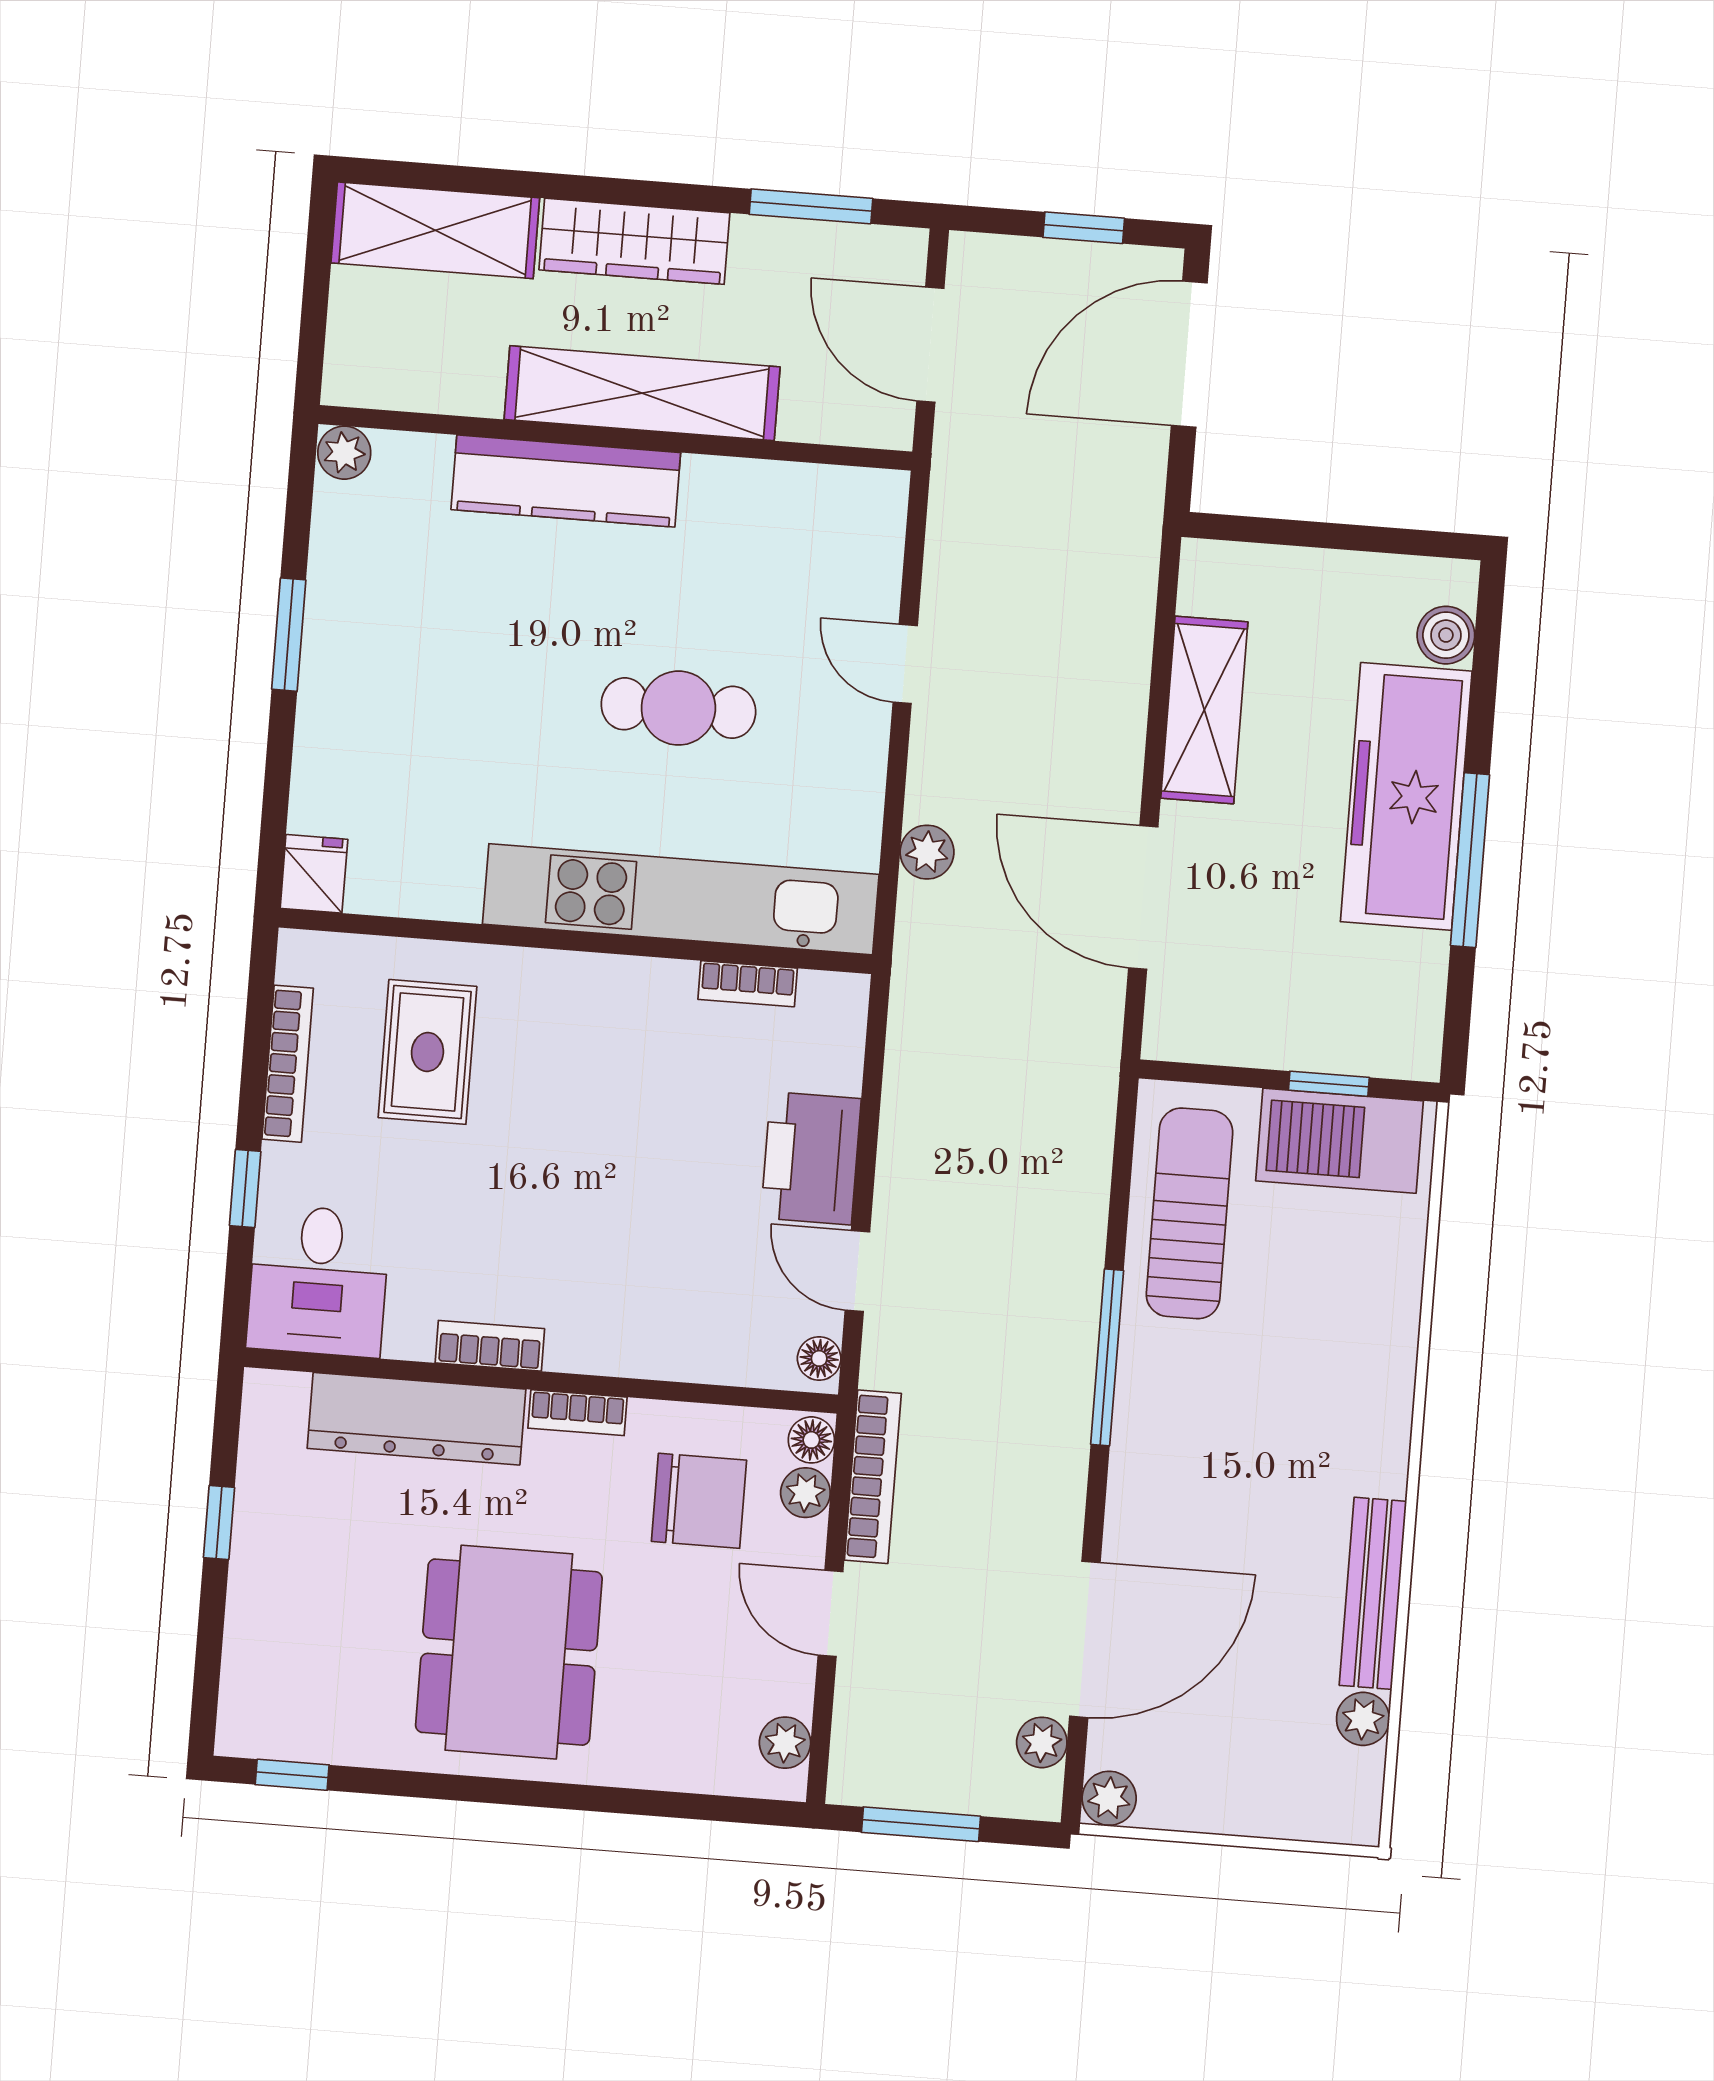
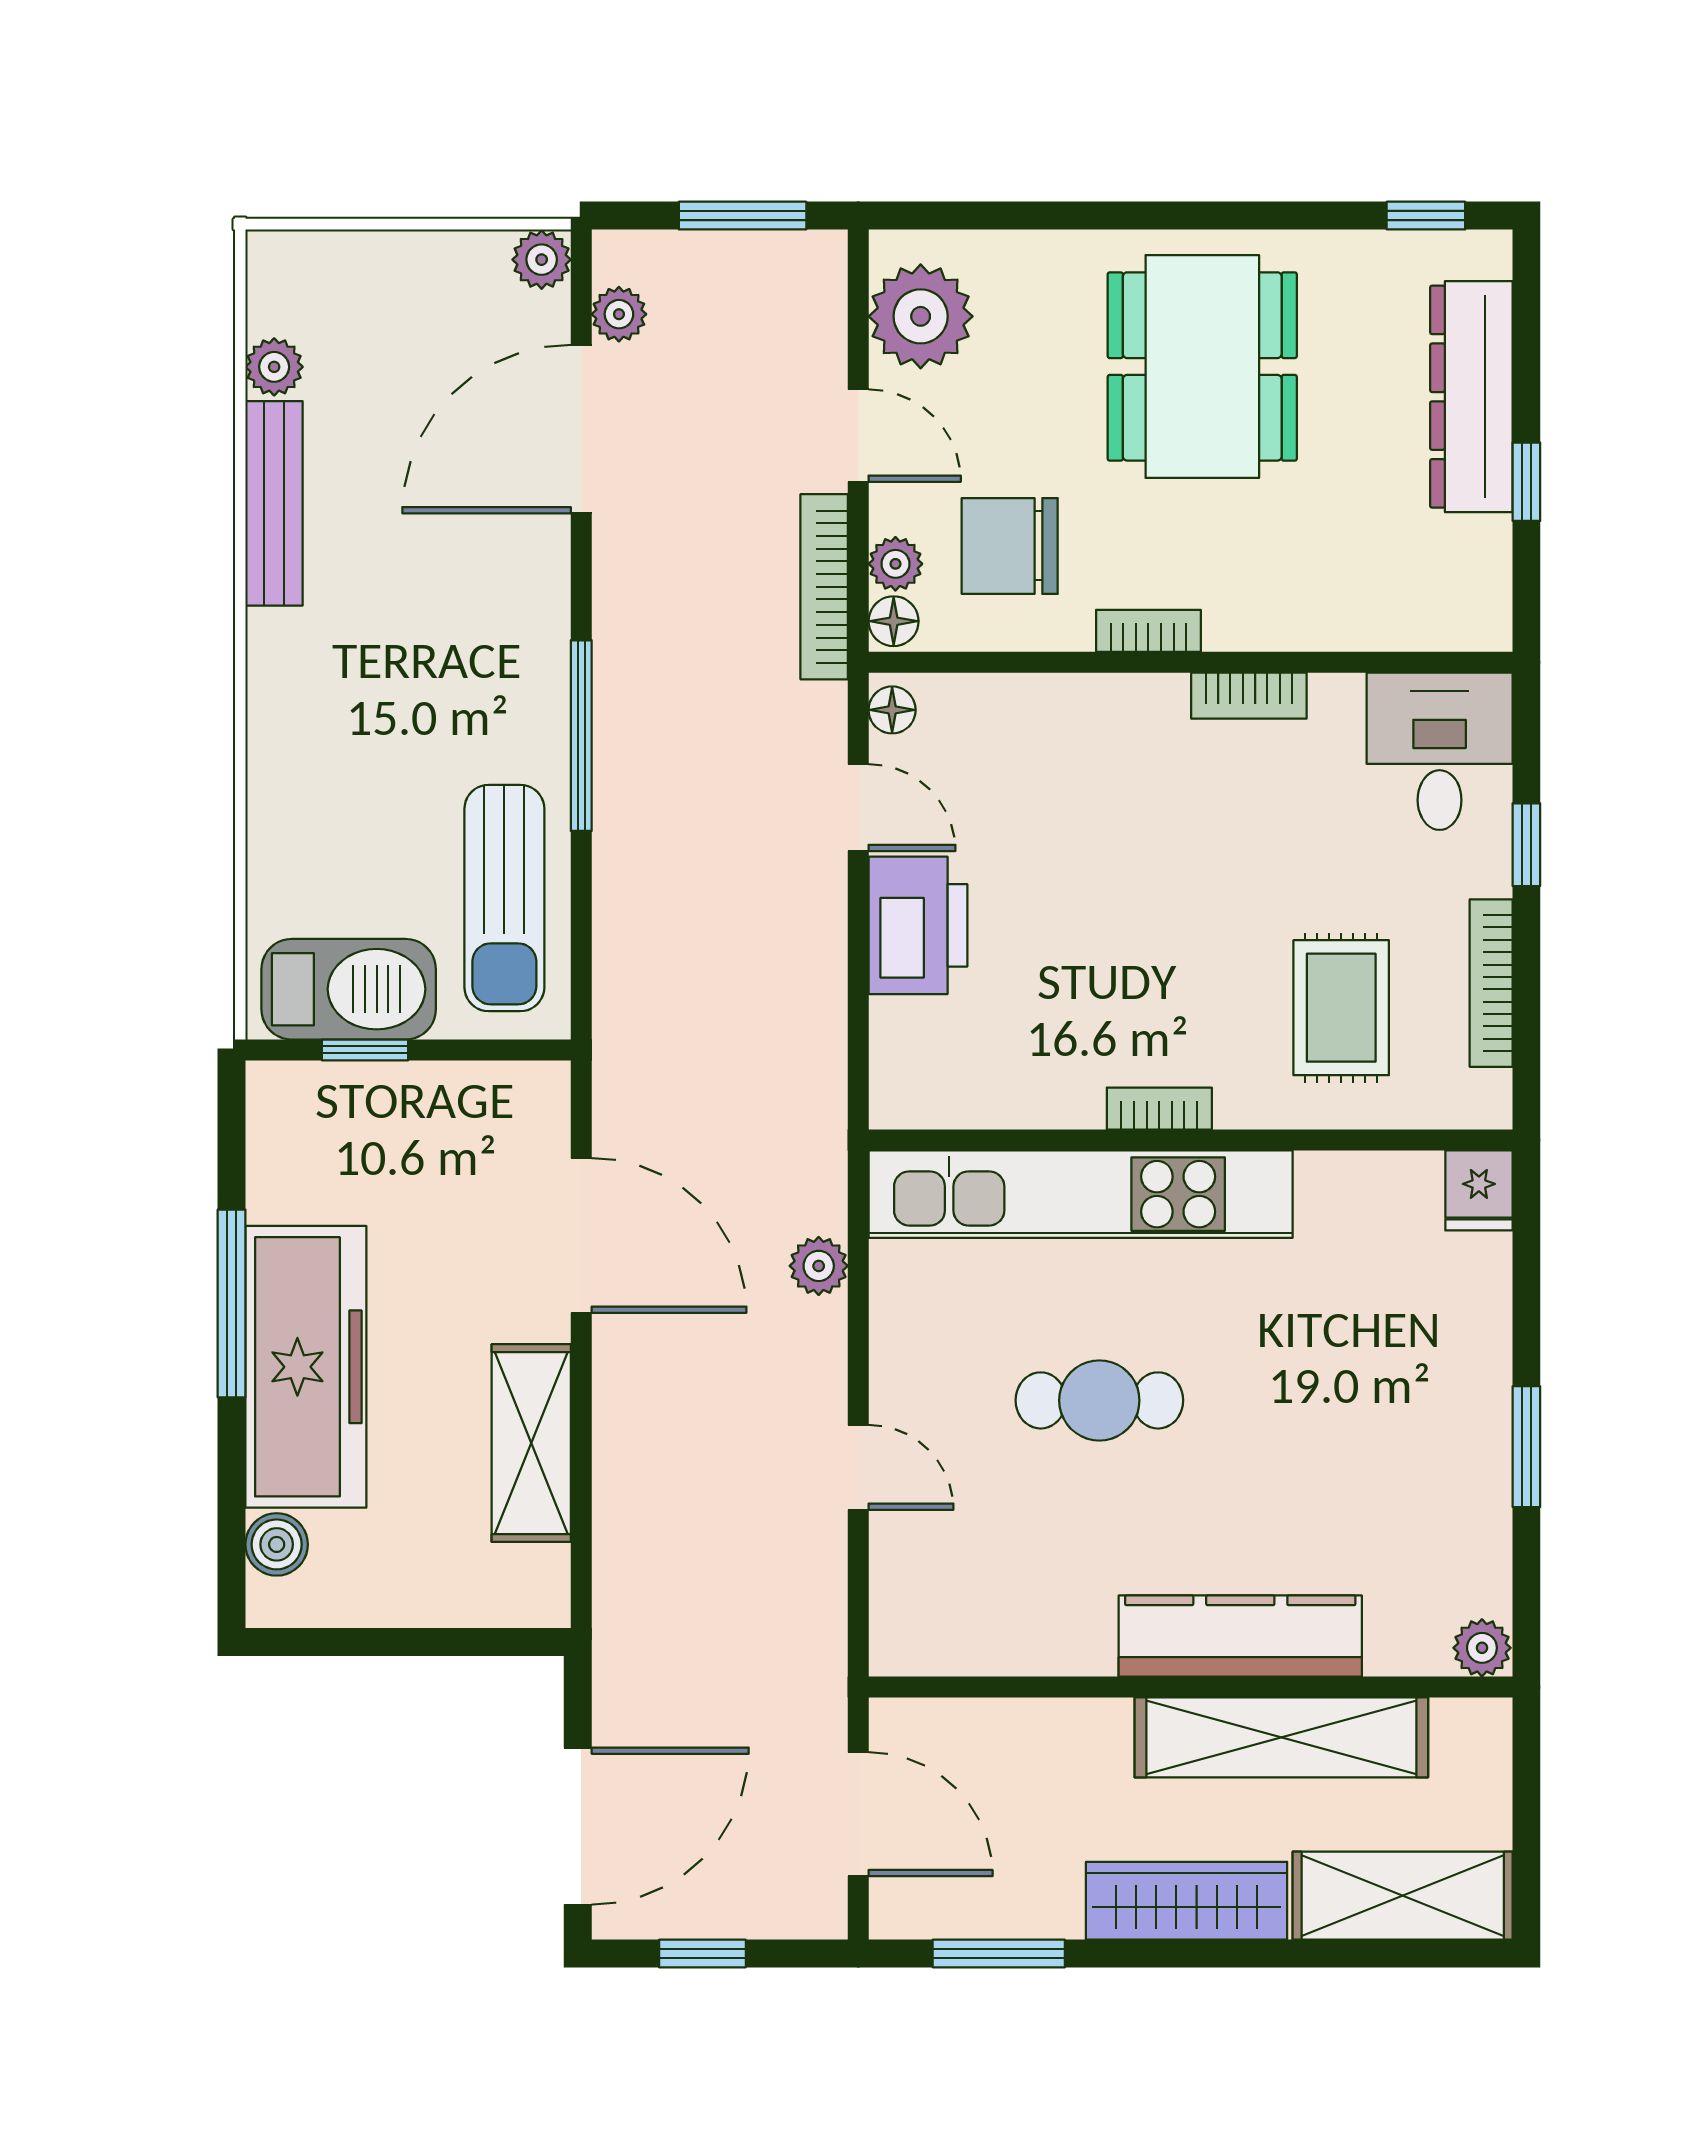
shelving: (642, 393) -> (1281, 1737), moved
bookcase: (748, 984) -> (1159, 1109), moved
dresser: (416, 1419) -> (1471, 397), moved, turned -90
plant: (785, 1743) -> (921, 316), width x1.88, depth x1.88

